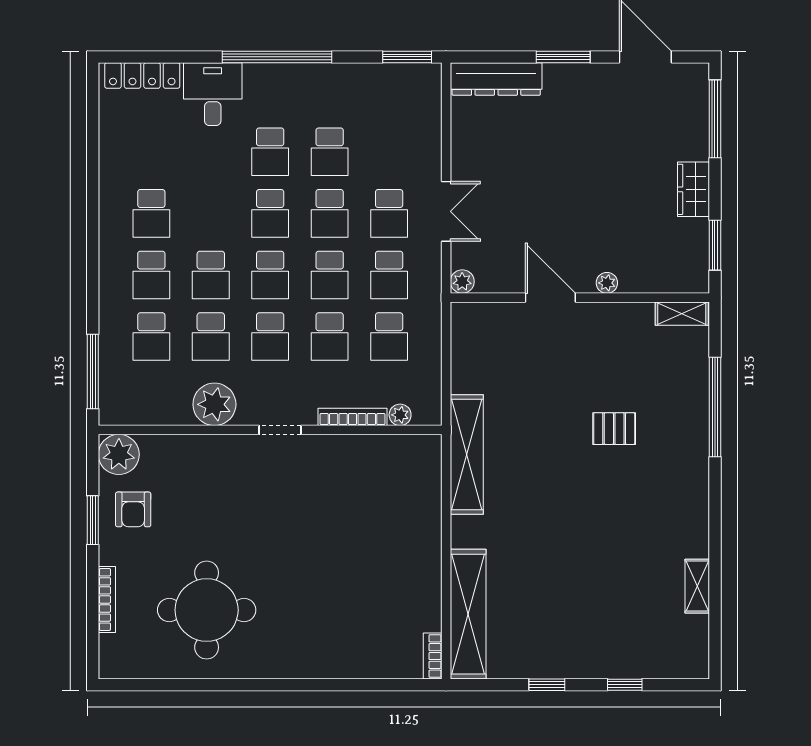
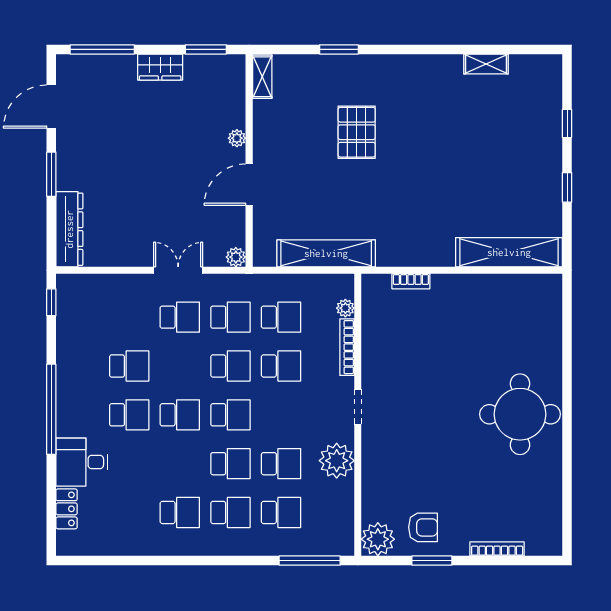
window: (407, 57) -> (51, 302), width x0.67
locker: (142, 76) -> (67, 509), width x0.66
school desk: (330, 213) -> (180, 366), removed
school desk: (270, 337) -> (281, 415), removed
window: (715, 407) -> (339, 49), width x0.47
pallet: (614, 429) -> (357, 132), width x1.50, depth x1.42
shelving: (467, 454) -> (326, 253), moved
round table: (207, 610) -> (520, 414), moved
bookcase: (433, 656) -> (411, 281), moved

